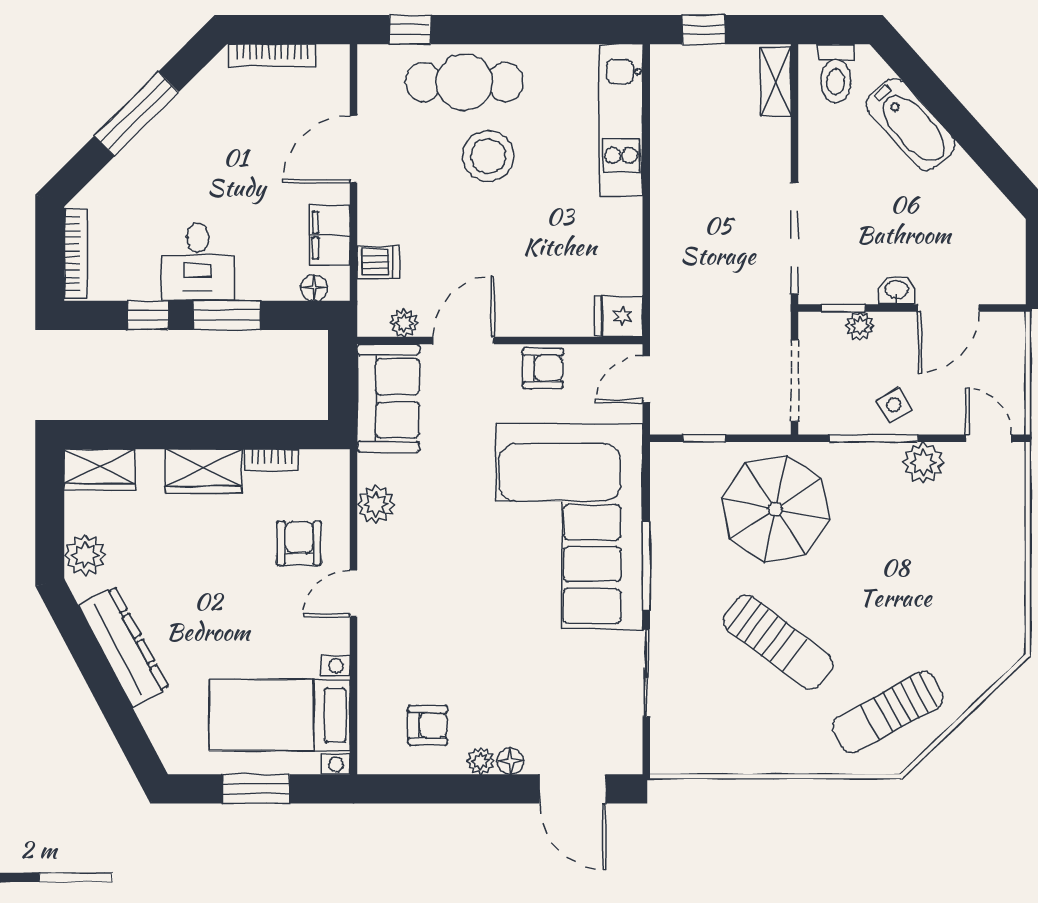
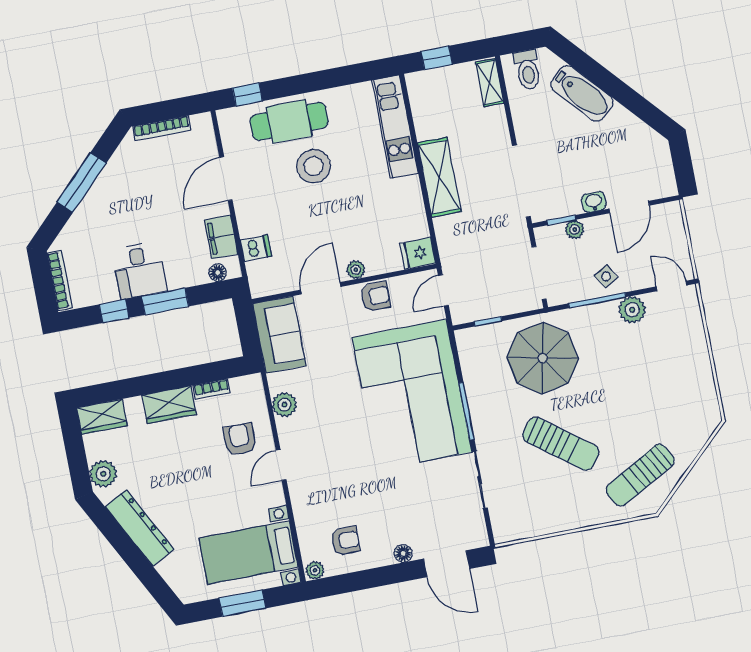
shelving: (673, 209) -> (439, 177), added
plant: (404, 323) -> (356, 270), moved
plant: (481, 761) -> (315, 570), moved

